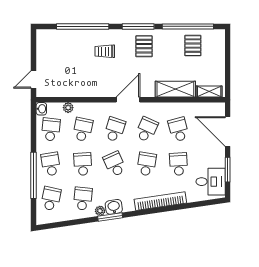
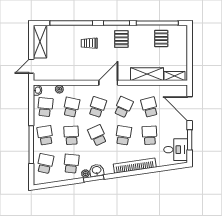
shelving: (44, 49) -> (40, 42), added

